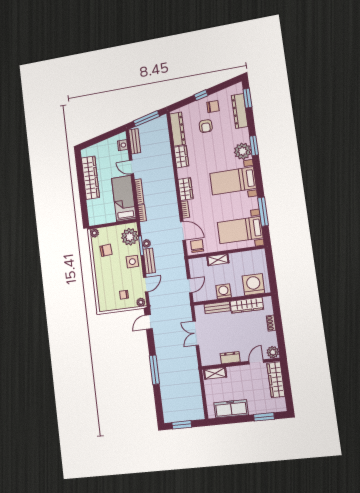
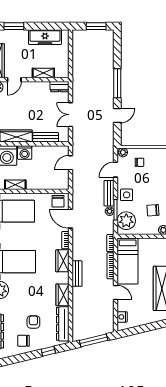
window: (201, 95) -> (48, 351), moved
bench: (135, 141) -> (77, 274), moved
shelving: (218, 260) -> (15, 185), moved
washing machine: (224, 291) -> (25, 153), moved
door: (149, 322) -> (117, 116), moved
double door: (196, 333) -> (70, 115), swing flipped
dresser: (230, 358) -> (59, 87), moved
shelving: (215, 373) -> (43, 73), moved

